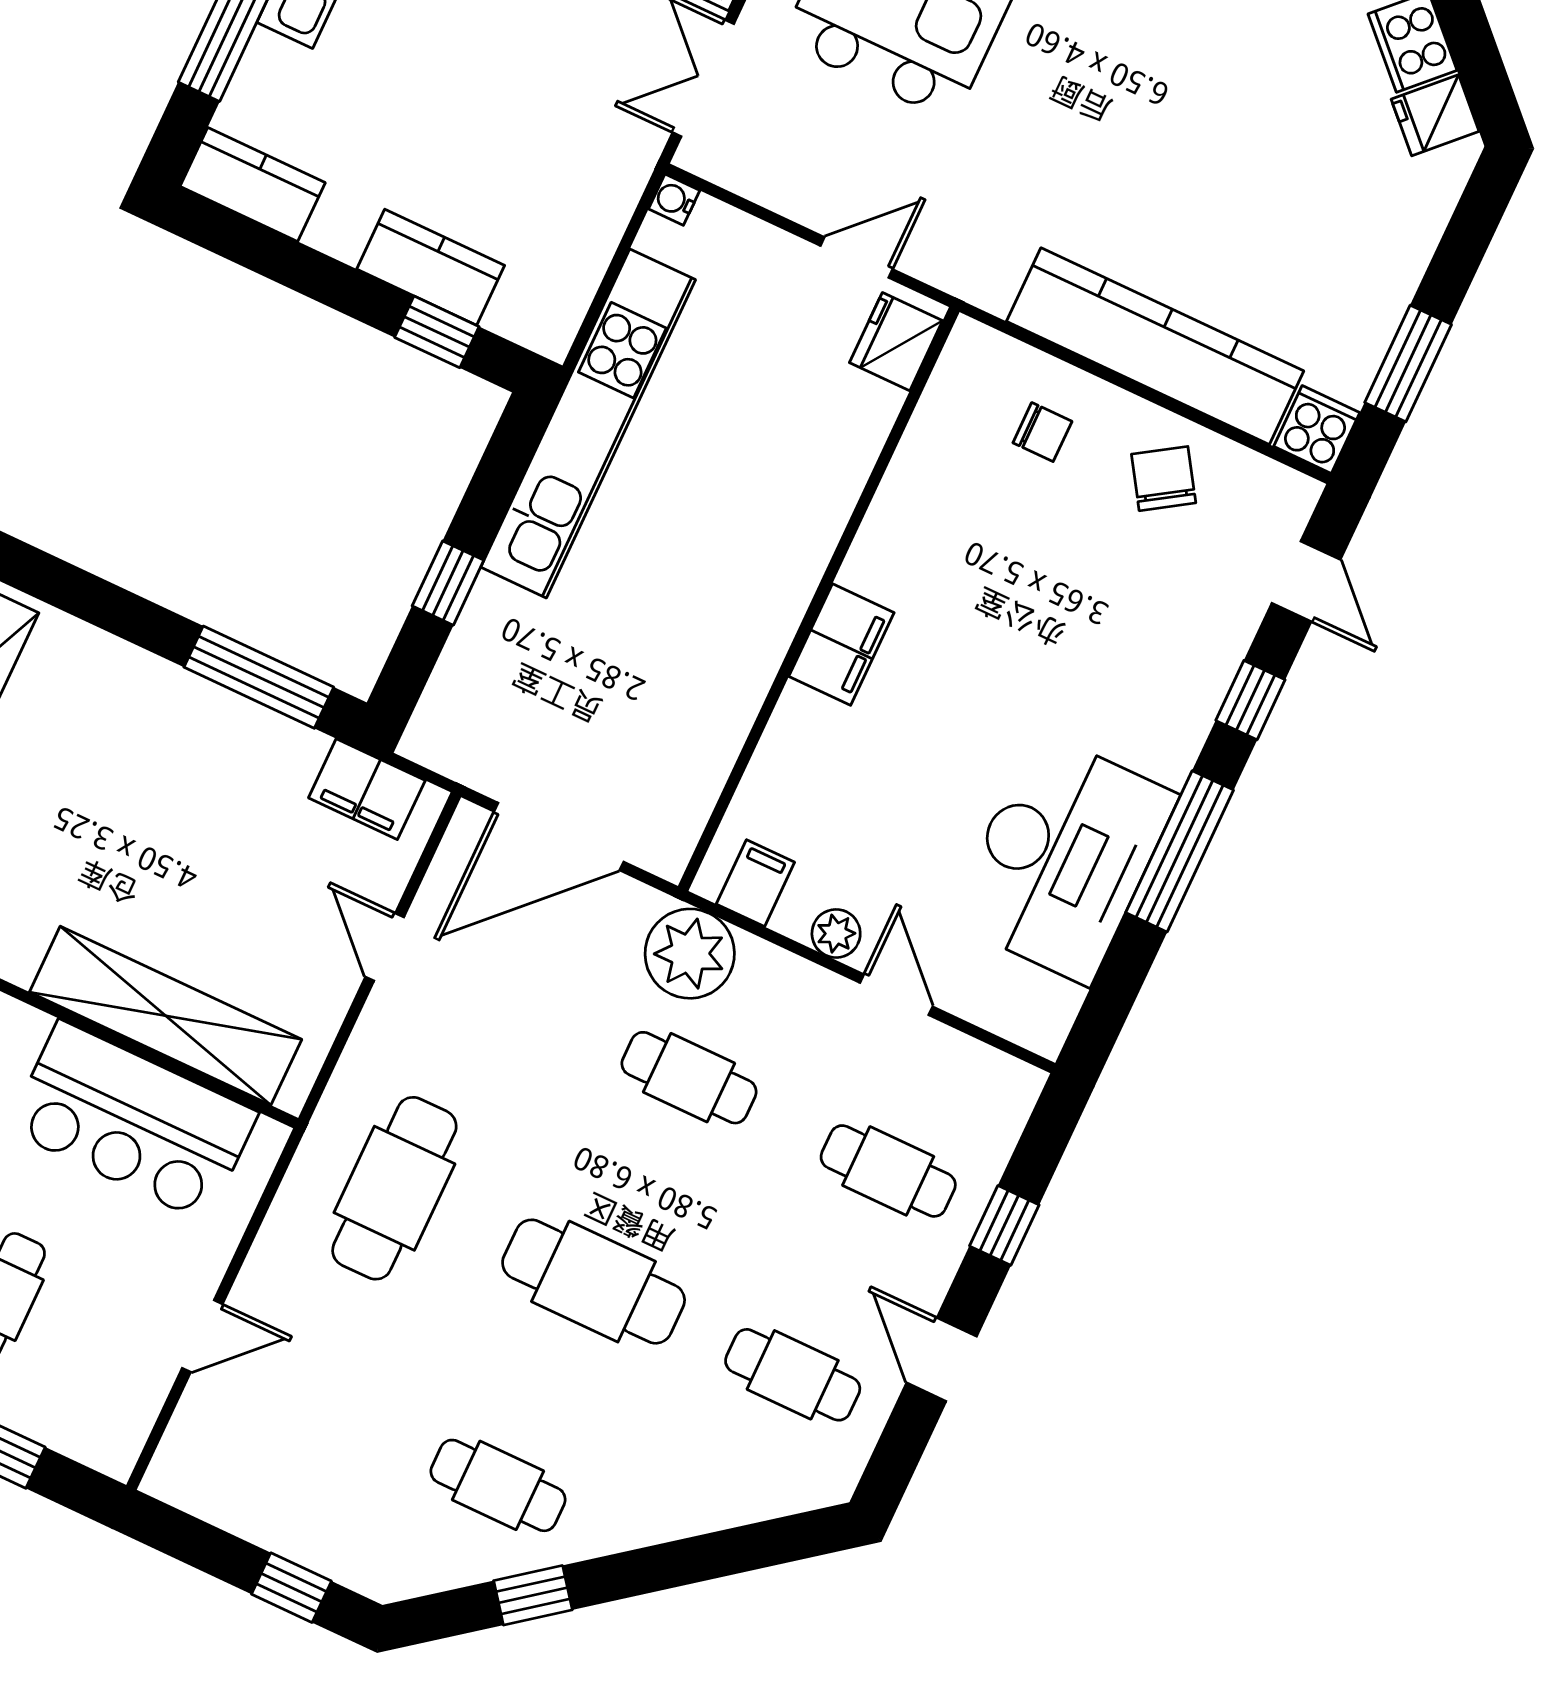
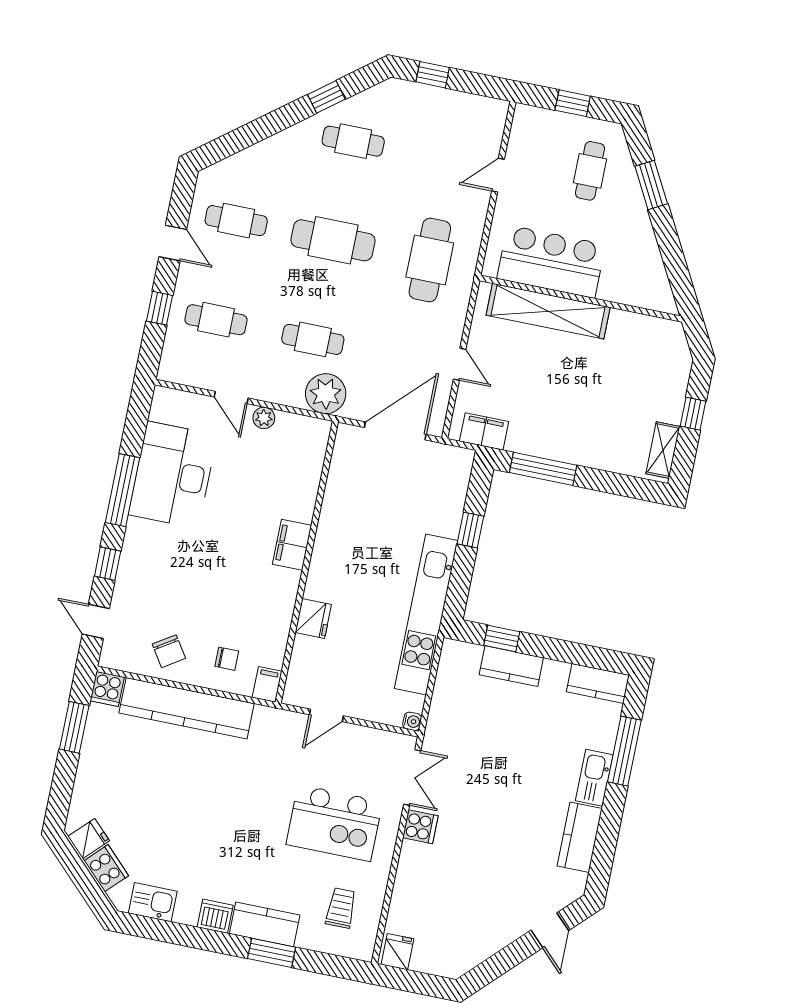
fridge: (896, 342) -> (313, 619), moved
chair: (1042, 432) -> (227, 659), turned 180
filing cabinet: (755, 883) -> (267, 684), moved, turned 180

